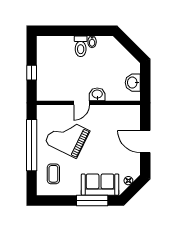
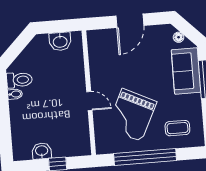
toilet: (81, 46) -> (19, 80), moved
washbasin: (97, 94) -> (42, 151), moved, turned 90

